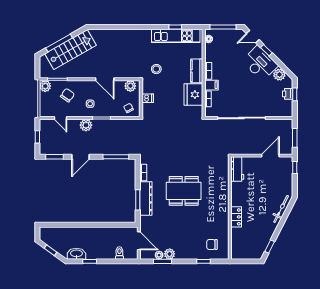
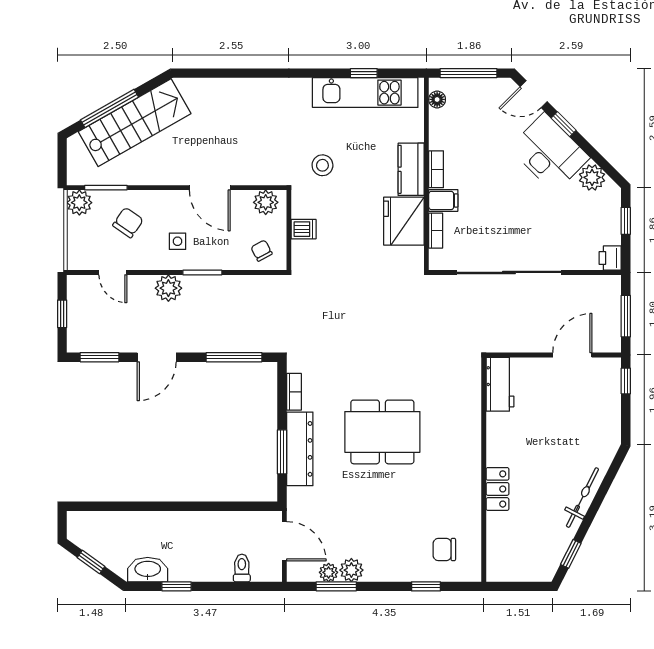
printer: (288, 94) -> (610, 258), moved
bicycle: (281, 209) -> (582, 498), moved

